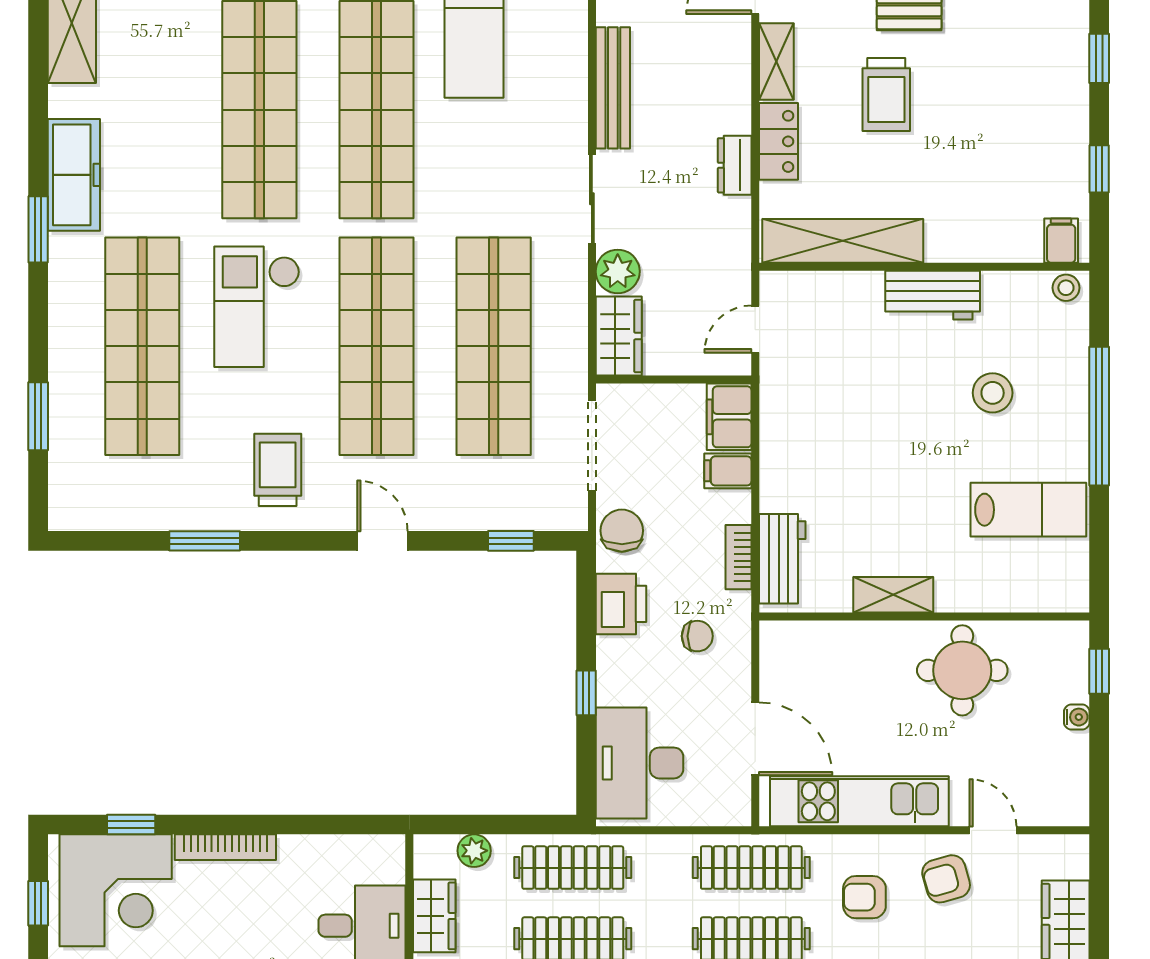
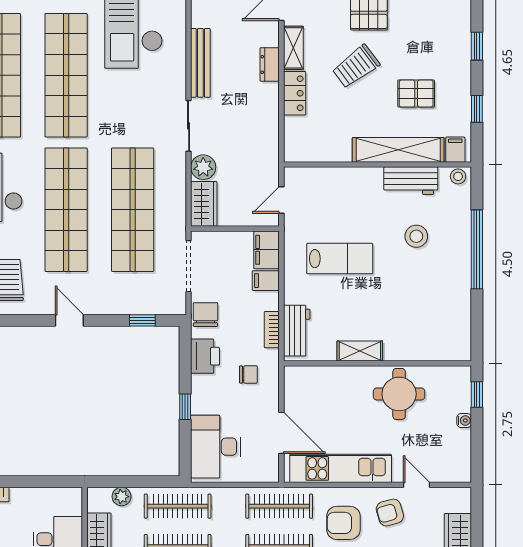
trolley: (886, 94) -> (356, 67), turned 53
pallet: (992, 142) -> (416, 94), added
dresser: (735, 165) -> (270, 64), moved
shelving: (843, 241) -> (398, 150), moved
workbench: (933, 295) -> (411, 181), moved
lab bench: (1028, 510) -> (340, 259), moved
armchair: (864, 897) -> (343, 523), width x1.38, depth x1.38

